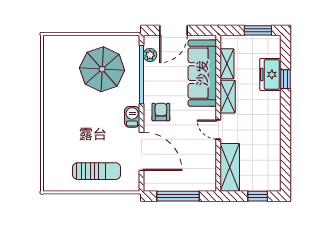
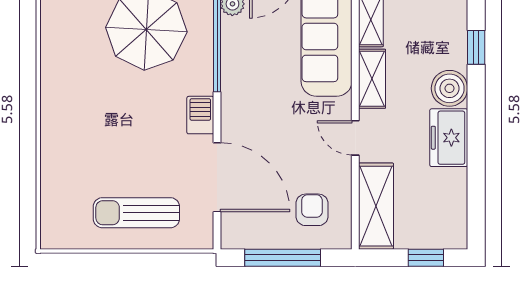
freezer: (270, 74) -> (449, 138), moved
boiler: (271, 102) -> (450, 88), added
armchair: (161, 112) -> (312, 210), moved
sun lounger: (97, 171) -> (136, 213), turned 180

